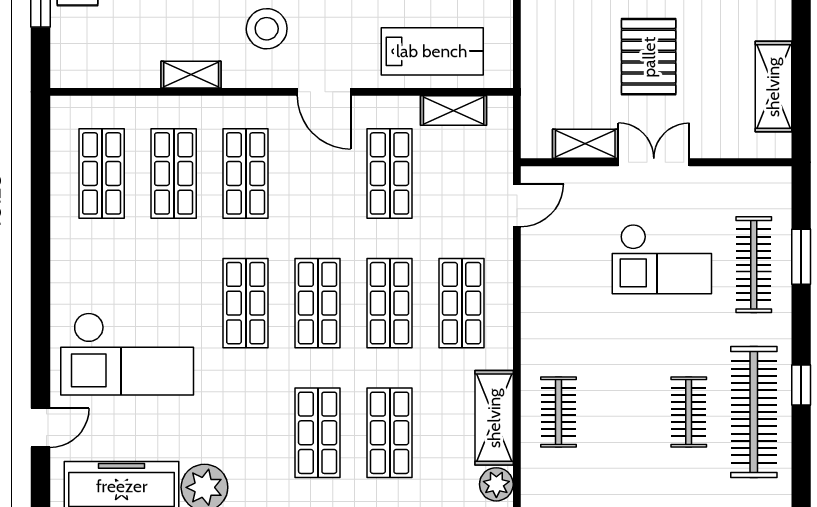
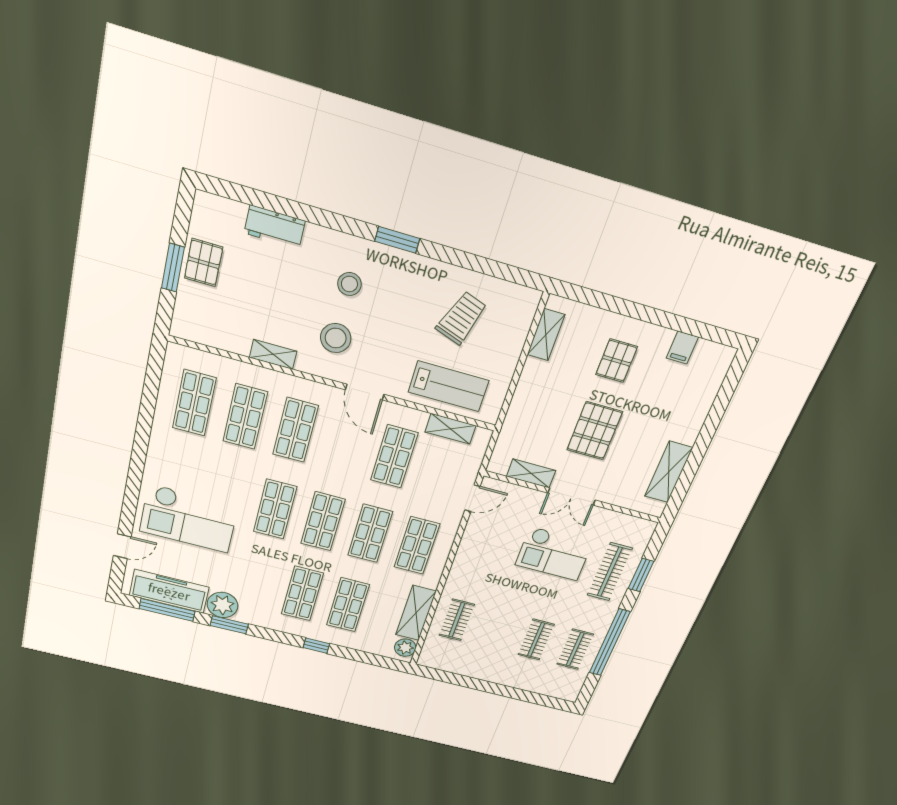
double door: (654, 162) -> (572, 497), swing flipped
window: (801, 385) -> (610, 643), width x3.17
clothes rail: (754, 412) -> (575, 649), width x0.54, depth x0.76

